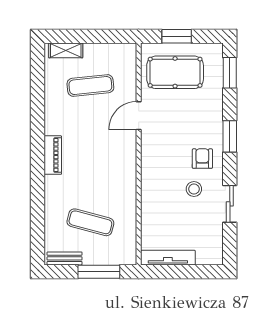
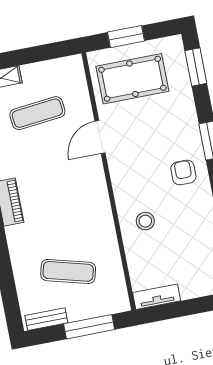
stool: (194, 189) -> (145, 221), moved
tv unit: (168, 258) -> (157, 297), width x0.71

